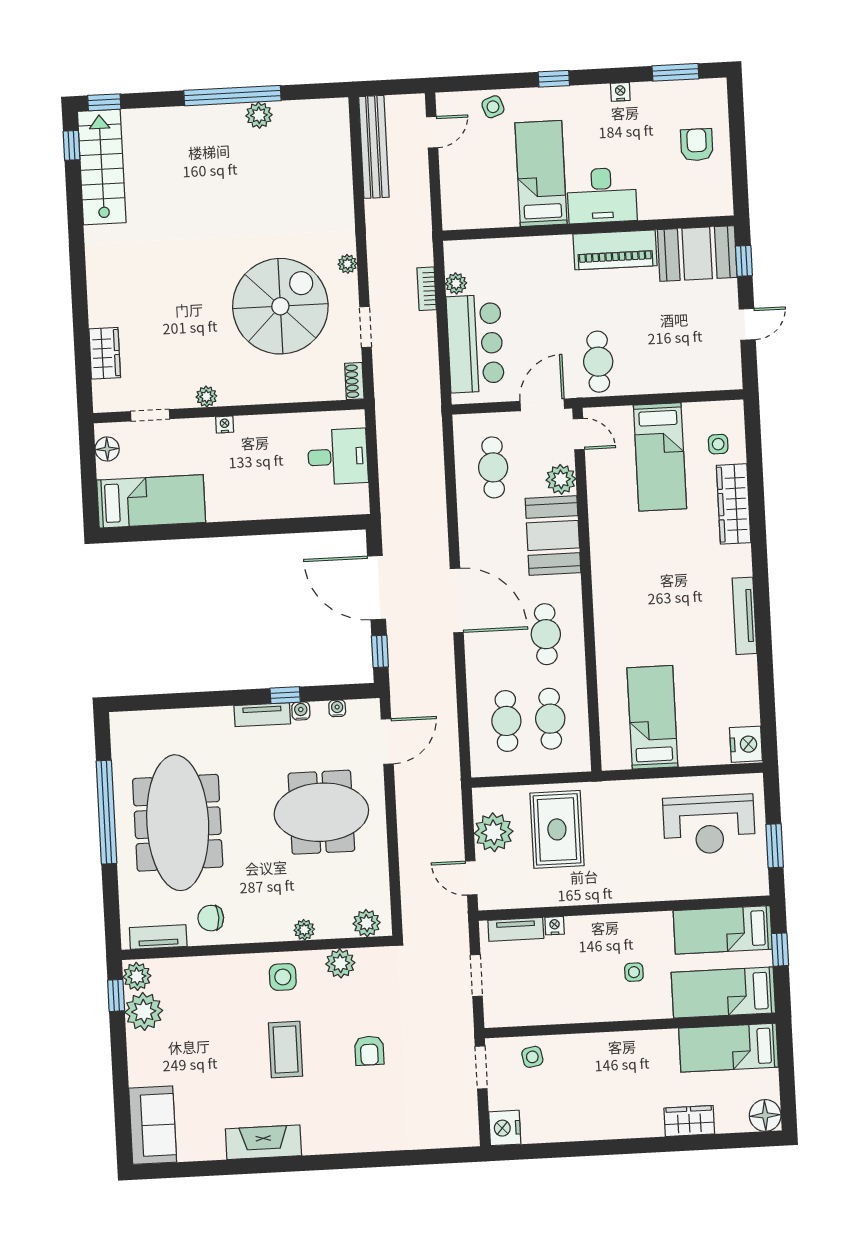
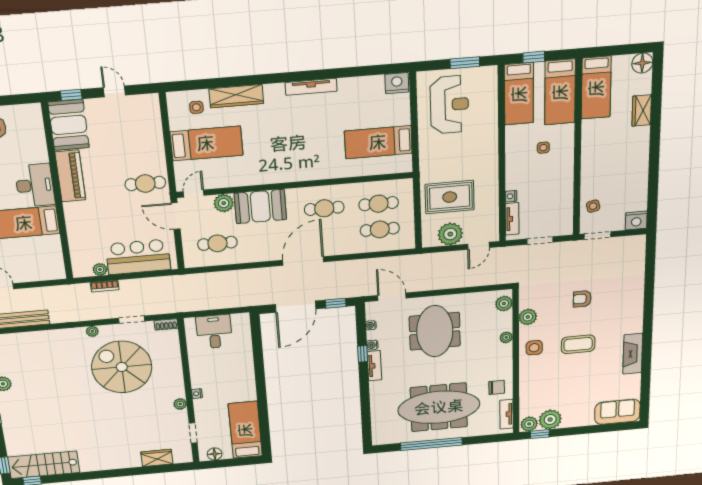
chair: (211, 918) -> (497, 387), turned -90
armchair: (369, 1051) -> (582, 299), turned 180

